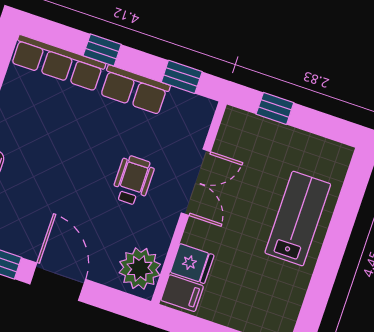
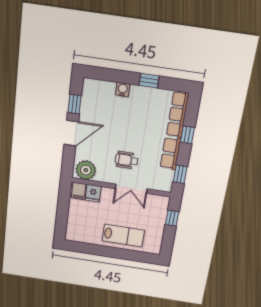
wheelchair: (133, 180) -> (127, 160), turned 180

